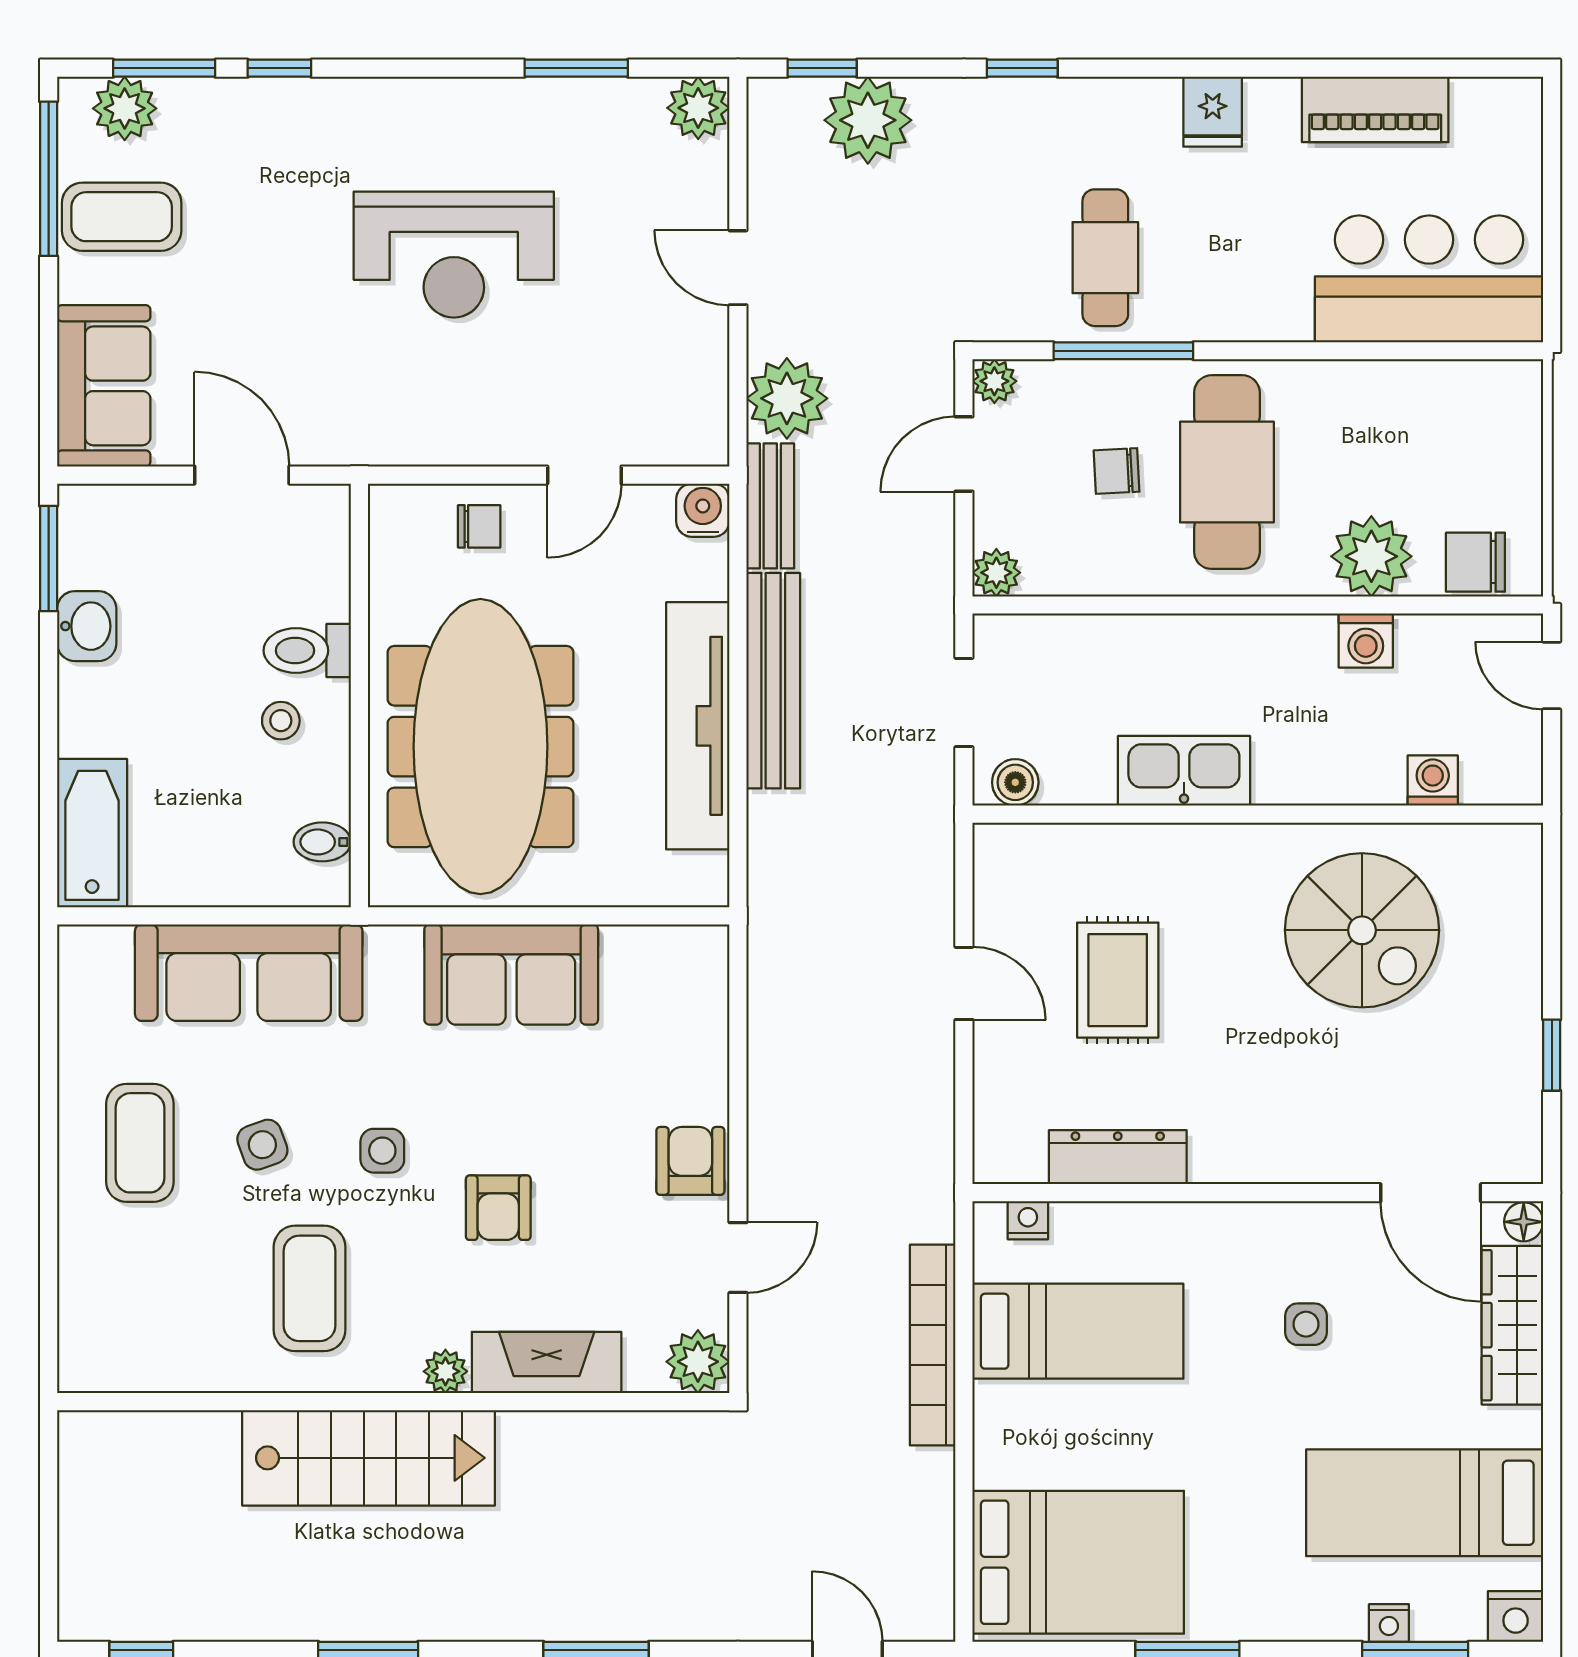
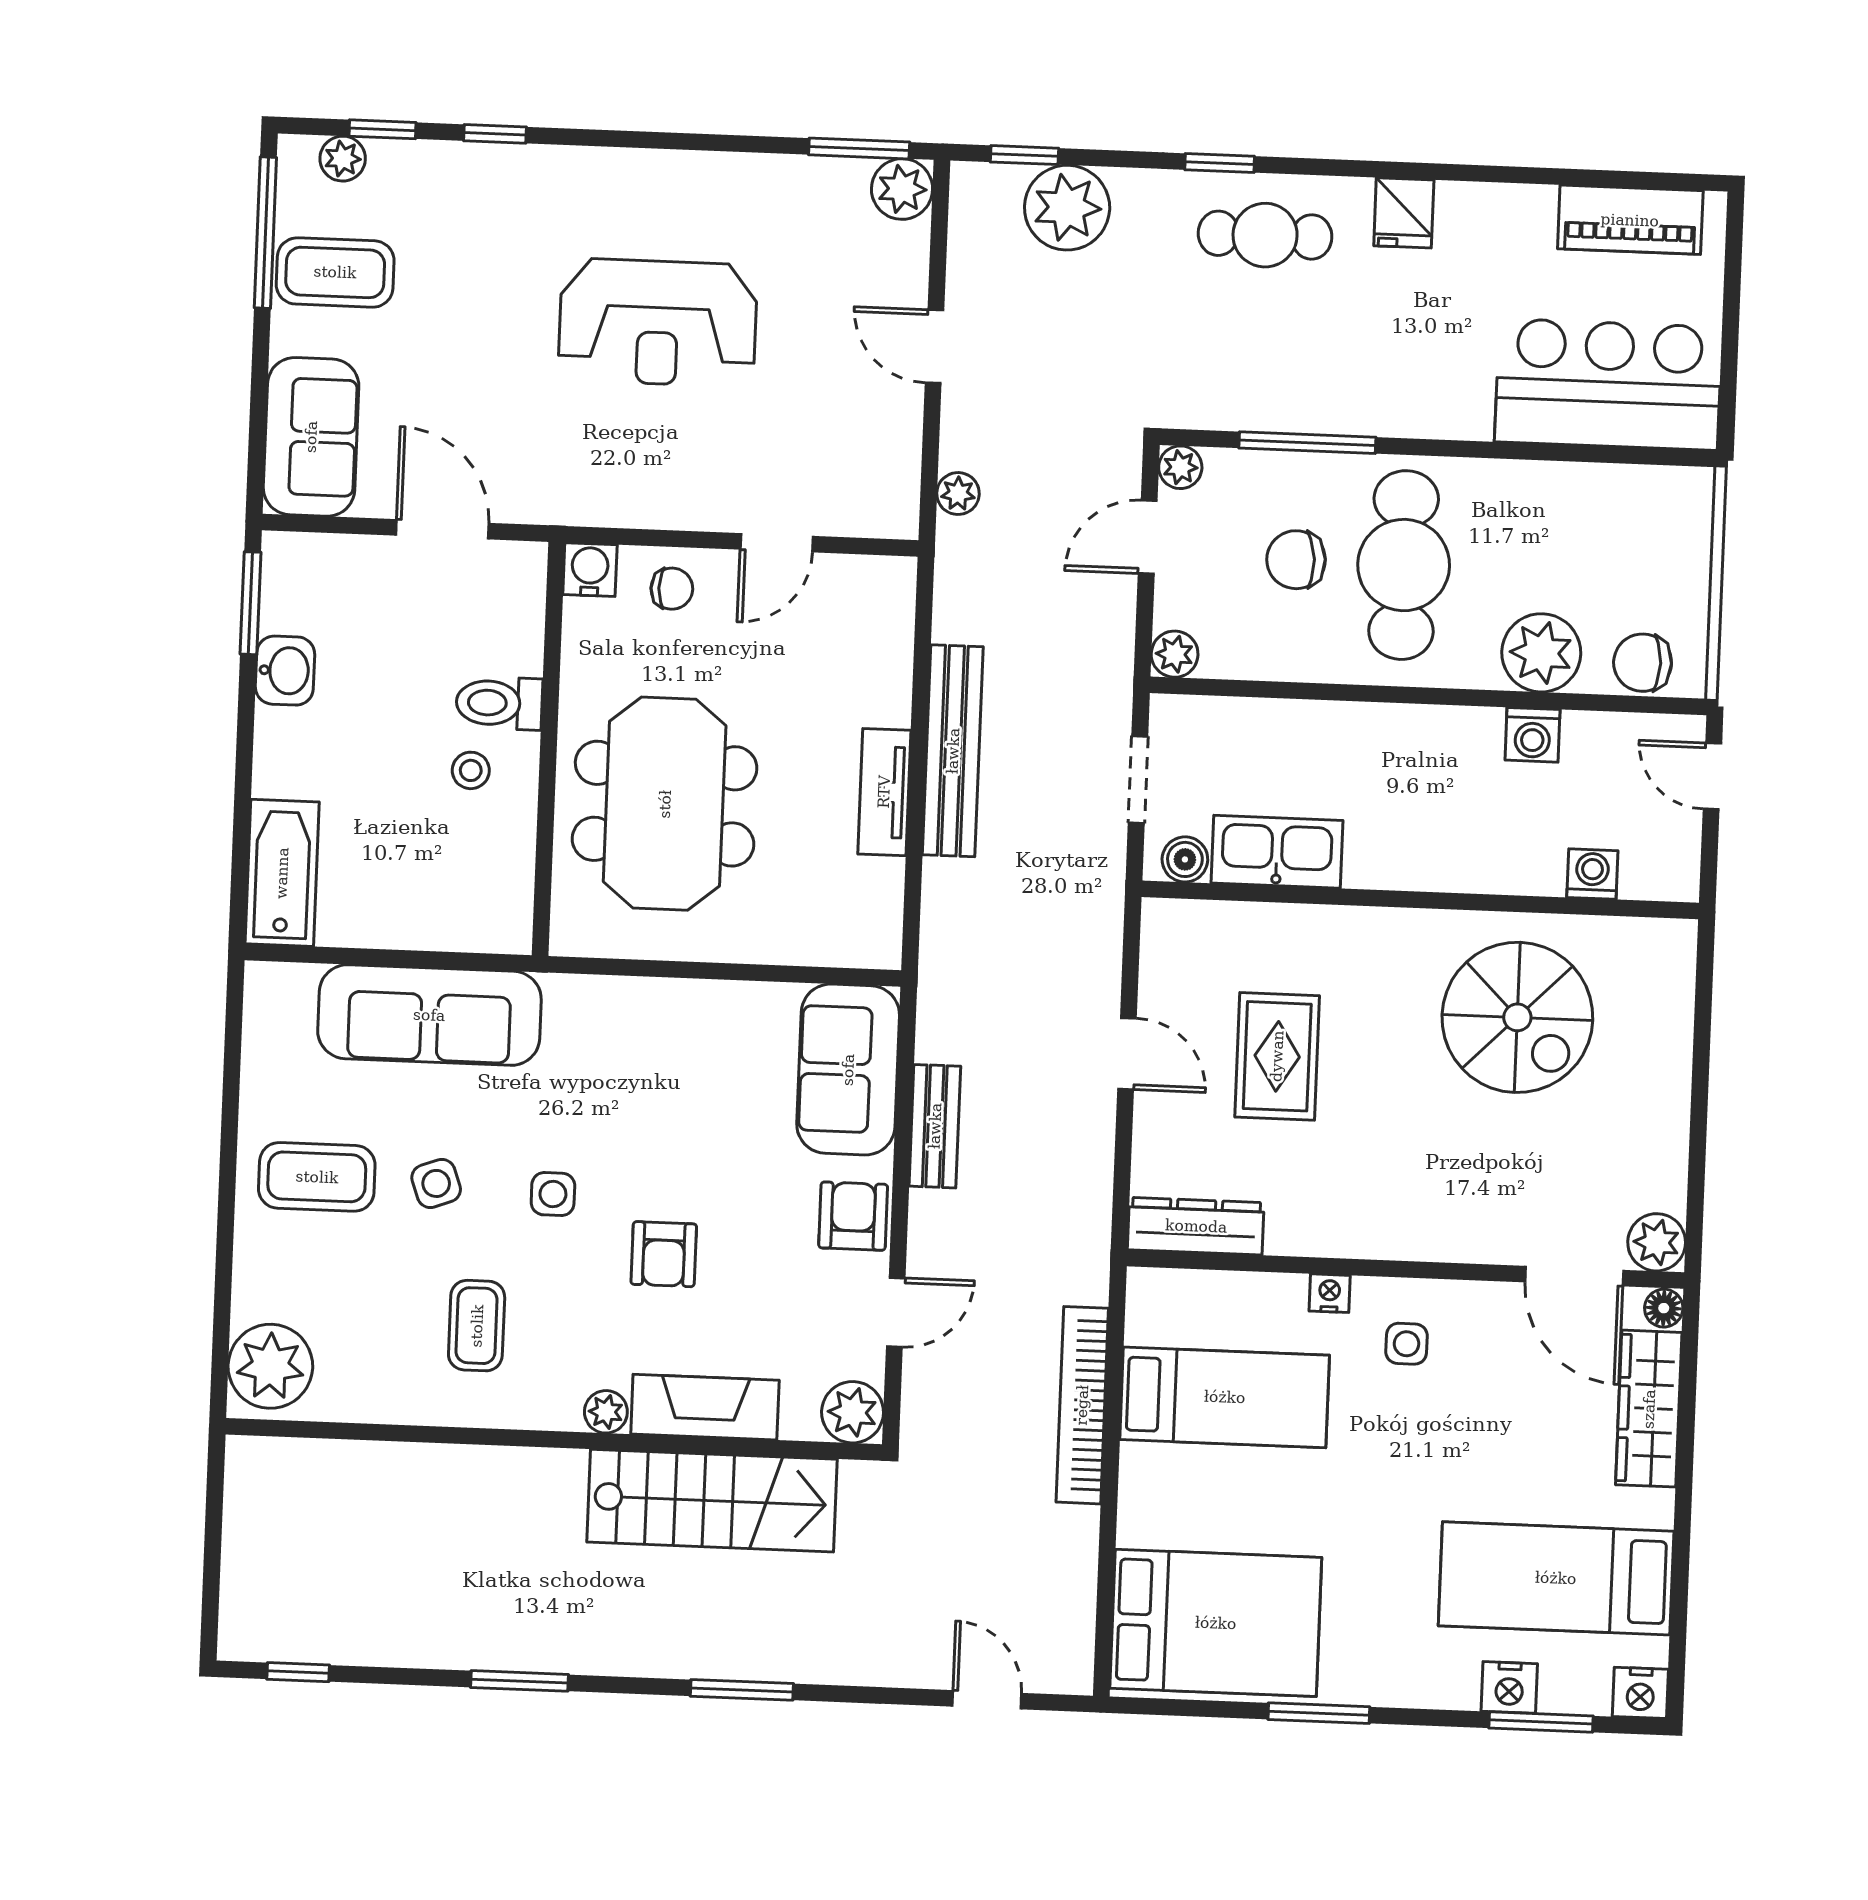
window: (164, 68) -> (383, 129), width x0.67
window: (576, 68) -> (859, 148), moved
plant: (125, 108) -> (343, 159), width x0.73, depth x0.73
piano: (1375, 109) -> (1630, 220), moved
cafe table: (1105, 258) -> (1265, 235), moved, turned 90
plant: (787, 398) -> (958, 494), width x0.53, depth x0.53
chair: (1117, 471) -> (1296, 560), width x1.37, depth x1.37
bench: (770, 506) -> (935, 1126), moved
water cooler: (703, 510) -> (590, 570), moved
tv unit: (698, 726) -> (884, 792), width x0.52, depth x0.78
meeting table: (480, 747) -> (665, 804), width x0.73
kitchen sink: (1184, 771) -> (1277, 852), moved
bidet: (322, 842) -> (506, 890), removed
sofa: (511, 975) -> (848, 1070), moved, turned 90
window: (1552, 1055) -> (1698, 1147), removed
coffee table: (140, 1143) -> (317, 1177), turned 90
plant: (1514, 1155) -> (1657, 1242), added
dresser: (1118, 1157) -> (1196, 1226), moved
nightstand: (1028, 1220) -> (1330, 1293), moved
coffee table: (310, 1288) -> (477, 1326), width x0.73, depth x0.77
side table: (1306, 1324) -> (1407, 1344), moved
plant: (100, 1339) -> (270, 1366), added
stairs: (369, 1458) -> (712, 1501), moved
nightstand: (1389, 1623) -> (1509, 1687), width x1.39, depth x1.35

